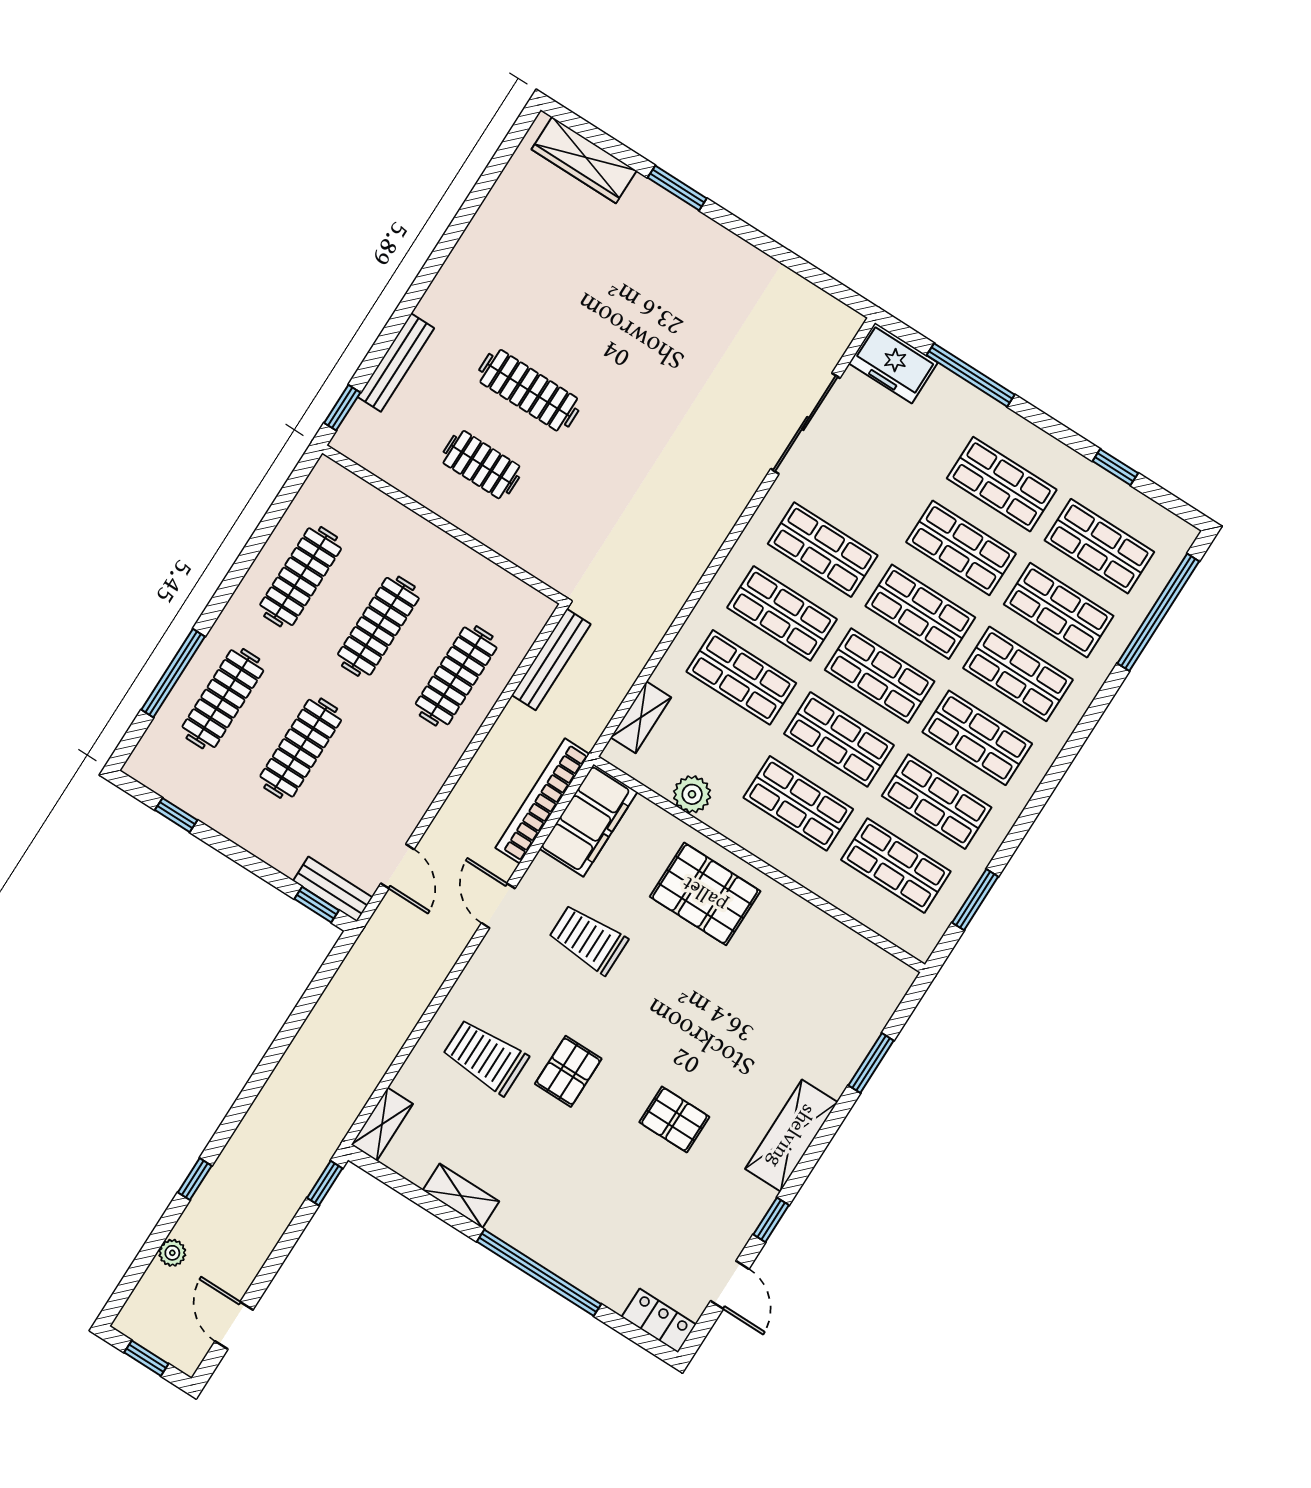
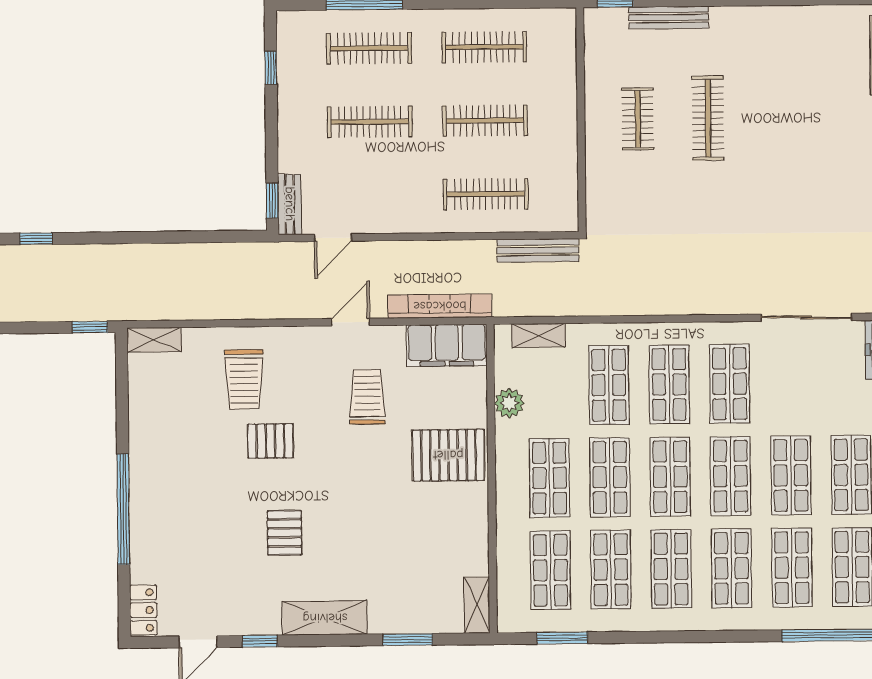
pallet: (705, 894) -> (448, 455), turned 90
trolley: (485, 1057) -> (244, 379), turned 180
shelving: (461, 1196) -> (477, 605), moved

